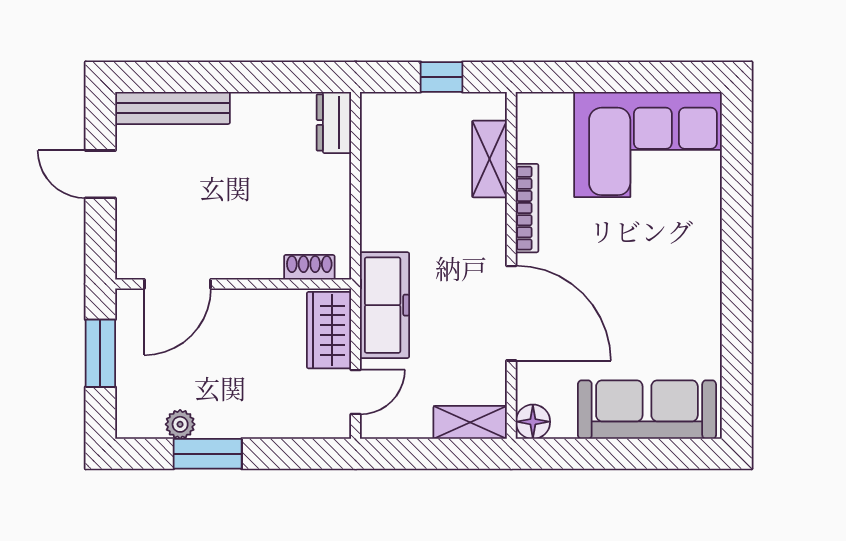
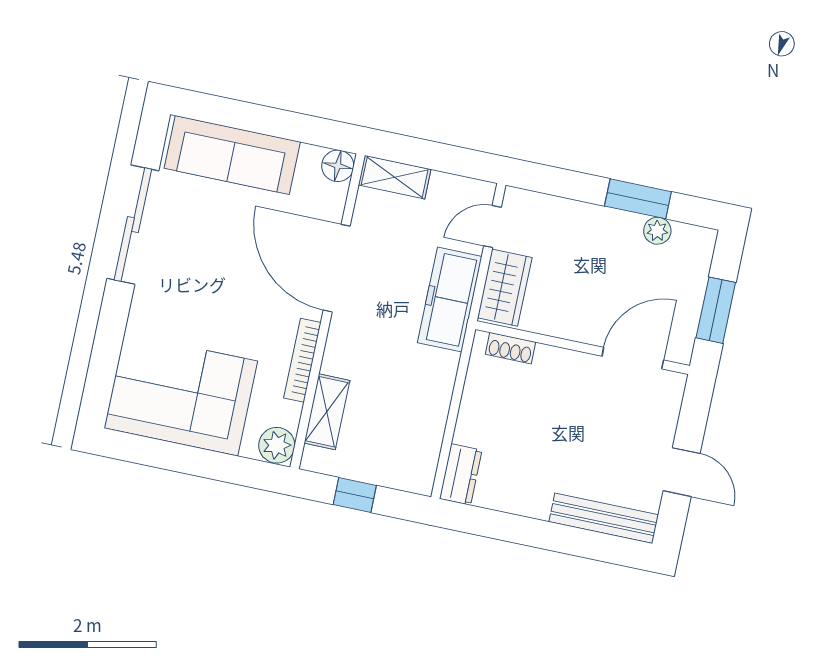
plant: (535, 112) -> (277, 445), added
sliding door: (737, 314) -> (133, 225), added

